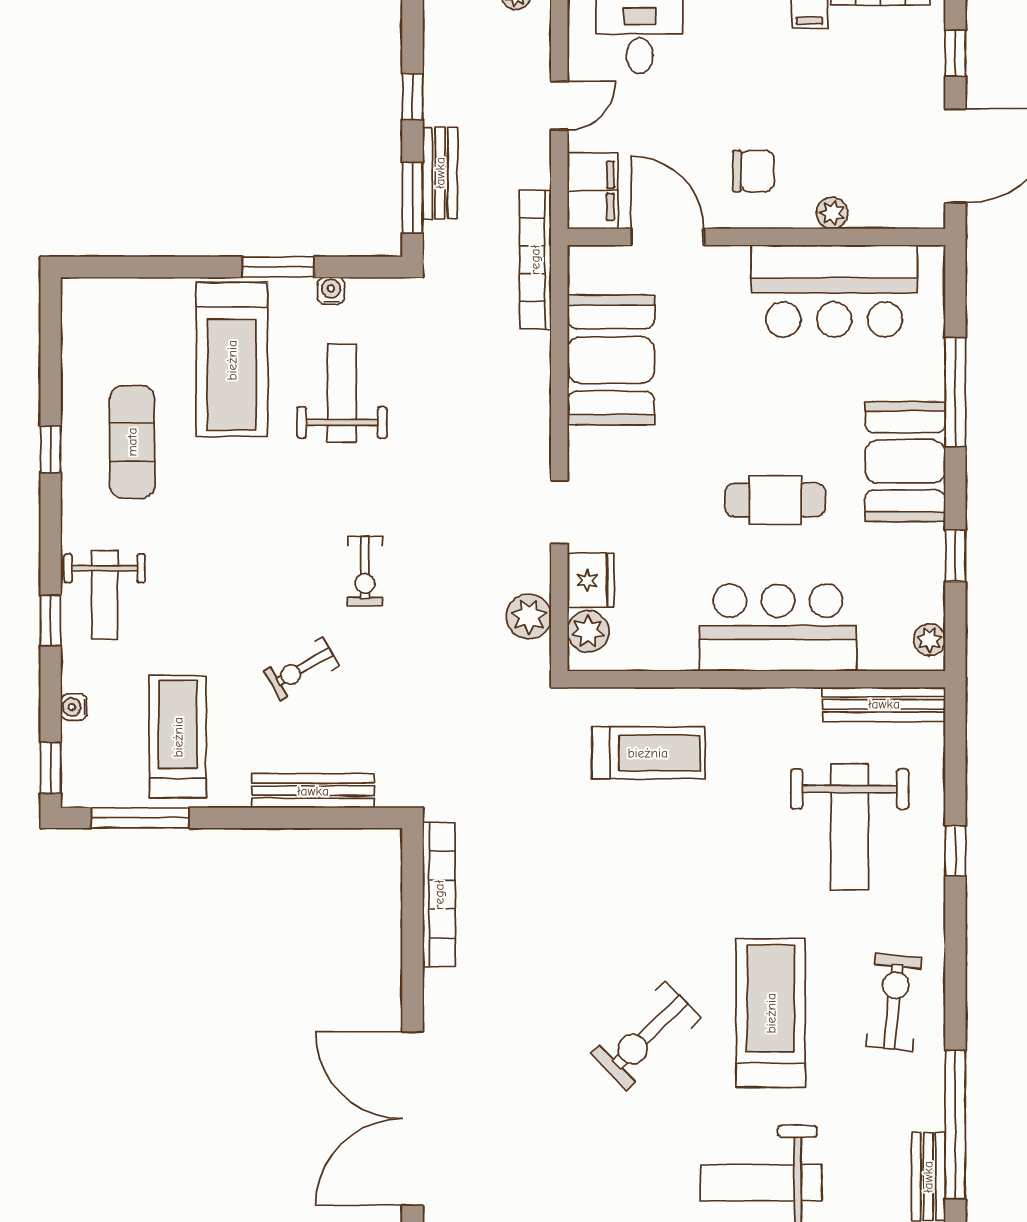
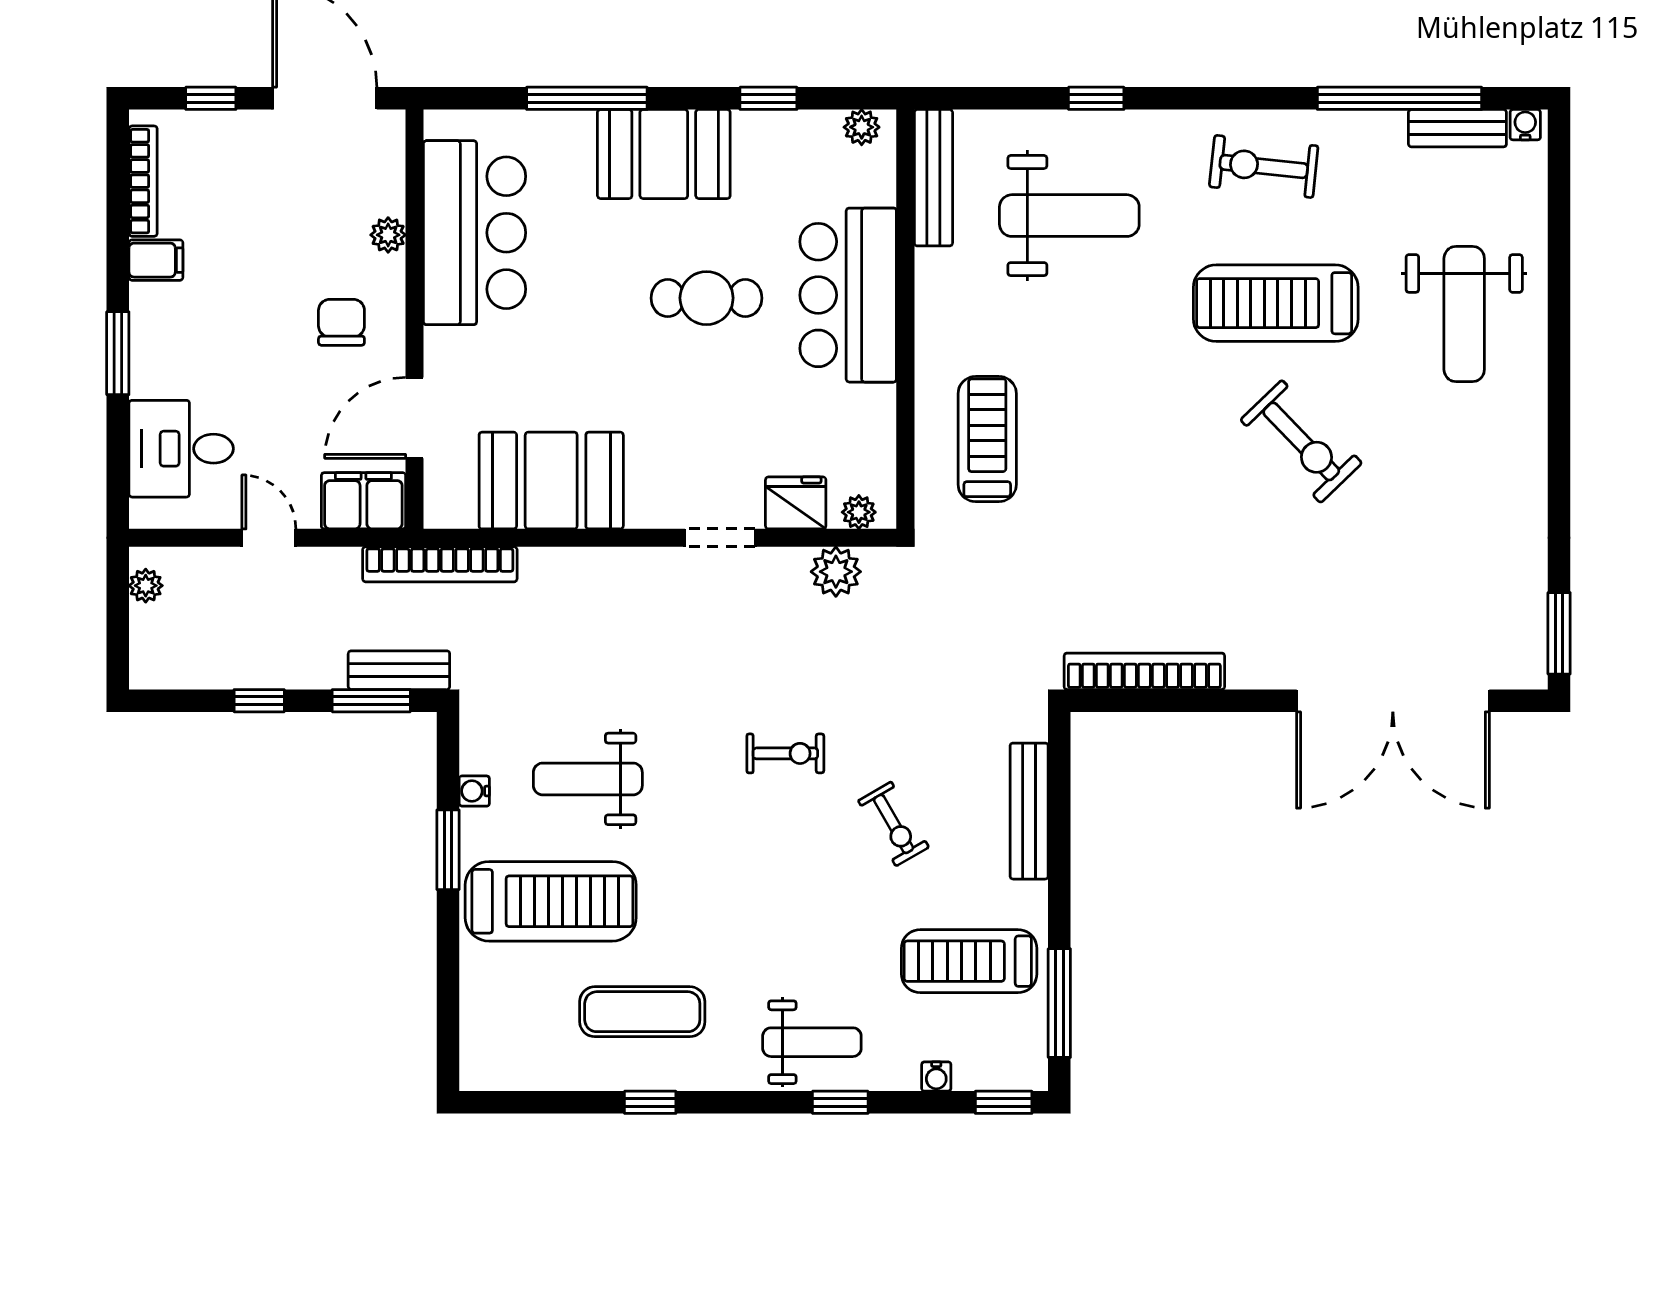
bench: (440, 173) -> (399, 670), moved
cafe table: (775, 500) -> (707, 298), turned 90
plant: (588, 631) -> (859, 512), width x0.73, depth x0.73

